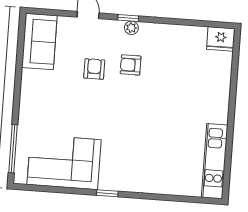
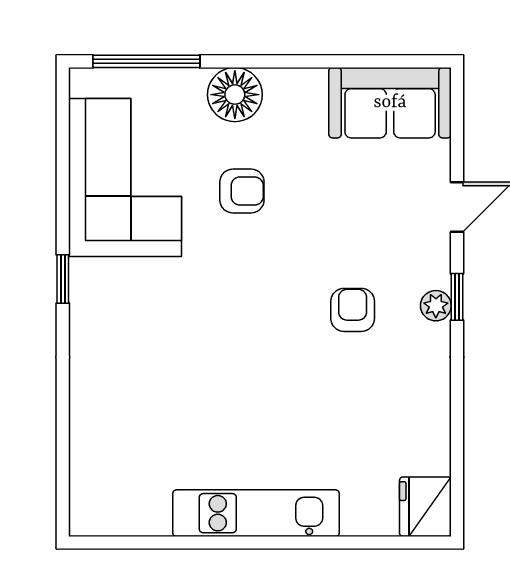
armchair: (94, 69) -> (242, 191), moved
floor lamp: (31, 110) -> (235, 95), added
kitchen unit: (215, 161) -> (256, 513), moved

